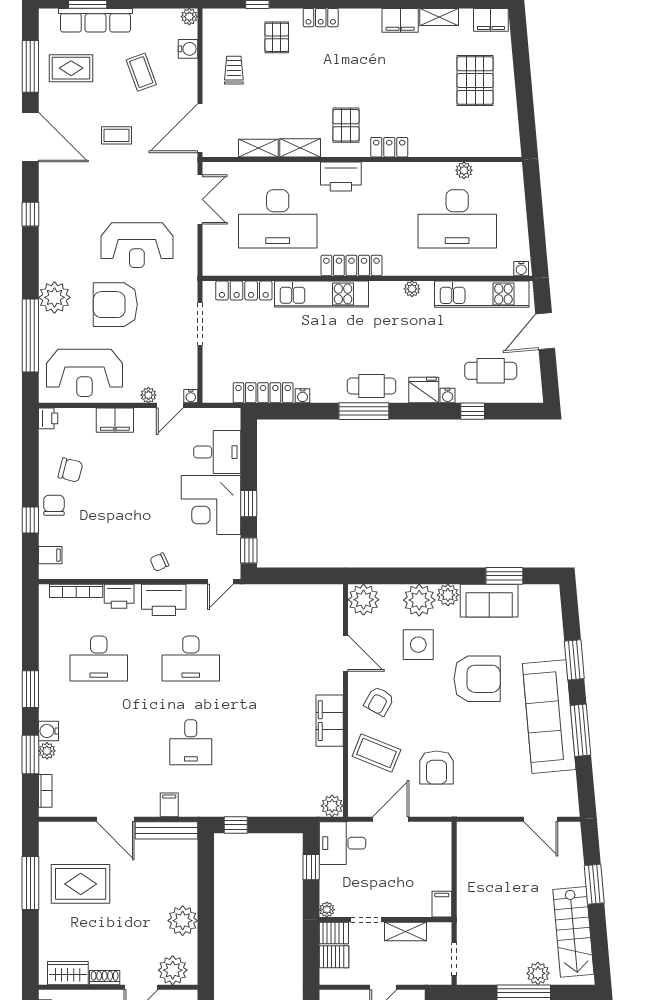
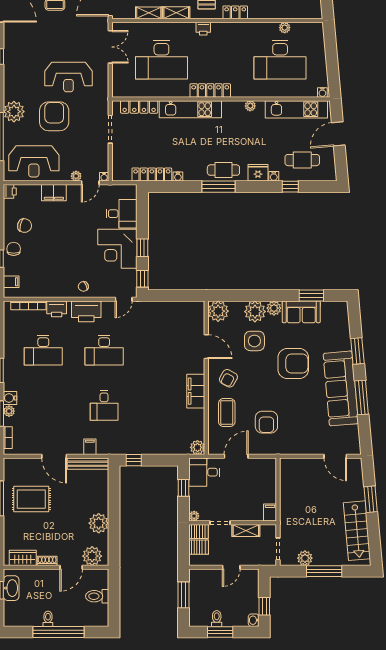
printer: (341, 176) -> (203, 29), width x0.53, depth x0.68
armchair: (115, 305) -> (54, 116), turned 90
coffee table: (376, 753) -> (227, 413), turned 68
plant: (538, 973) -> (305, 558), moved

